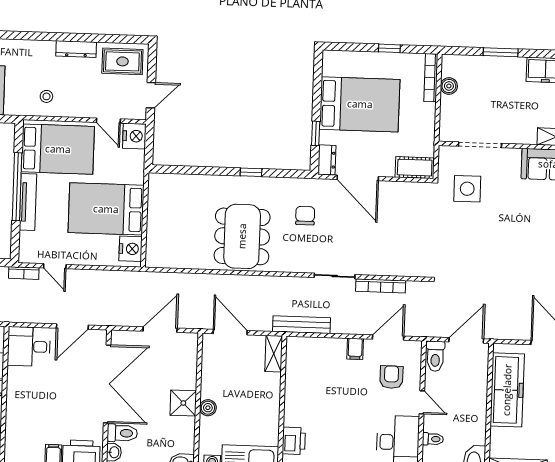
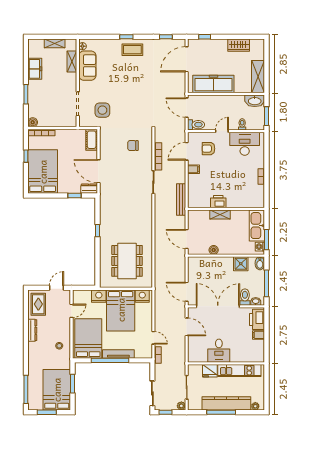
boiler: (449, 86) -> (33, 122), moved
door: (151, 95) -> (57, 288), hinge flipped
bed: (360, 104) -> (43, 172), moved
nightstand: (134, 136) -> (99, 296), moved
door: (358, 178) -> (98, 171), swing flipped
chair: (305, 216) -> (133, 146), moved
dining table: (242, 236) -> (127, 261), moved, turned 90
door: (55, 266) -> (153, 338), hinge flipped
door: (160, 330) -> (187, 292), moved
door: (230, 332) -> (187, 239), hinge flipped
door: (388, 338) -> (187, 151), hinge flipped
desk: (29, 346) -> (219, 351), moved
shelving: (274, 354) -> (220, 214), moved
shower: (183, 403) -> (241, 264), moved
boiler: (208, 408) -> (214, 250), moved
printer: (294, 441) -> (218, 202), moved

